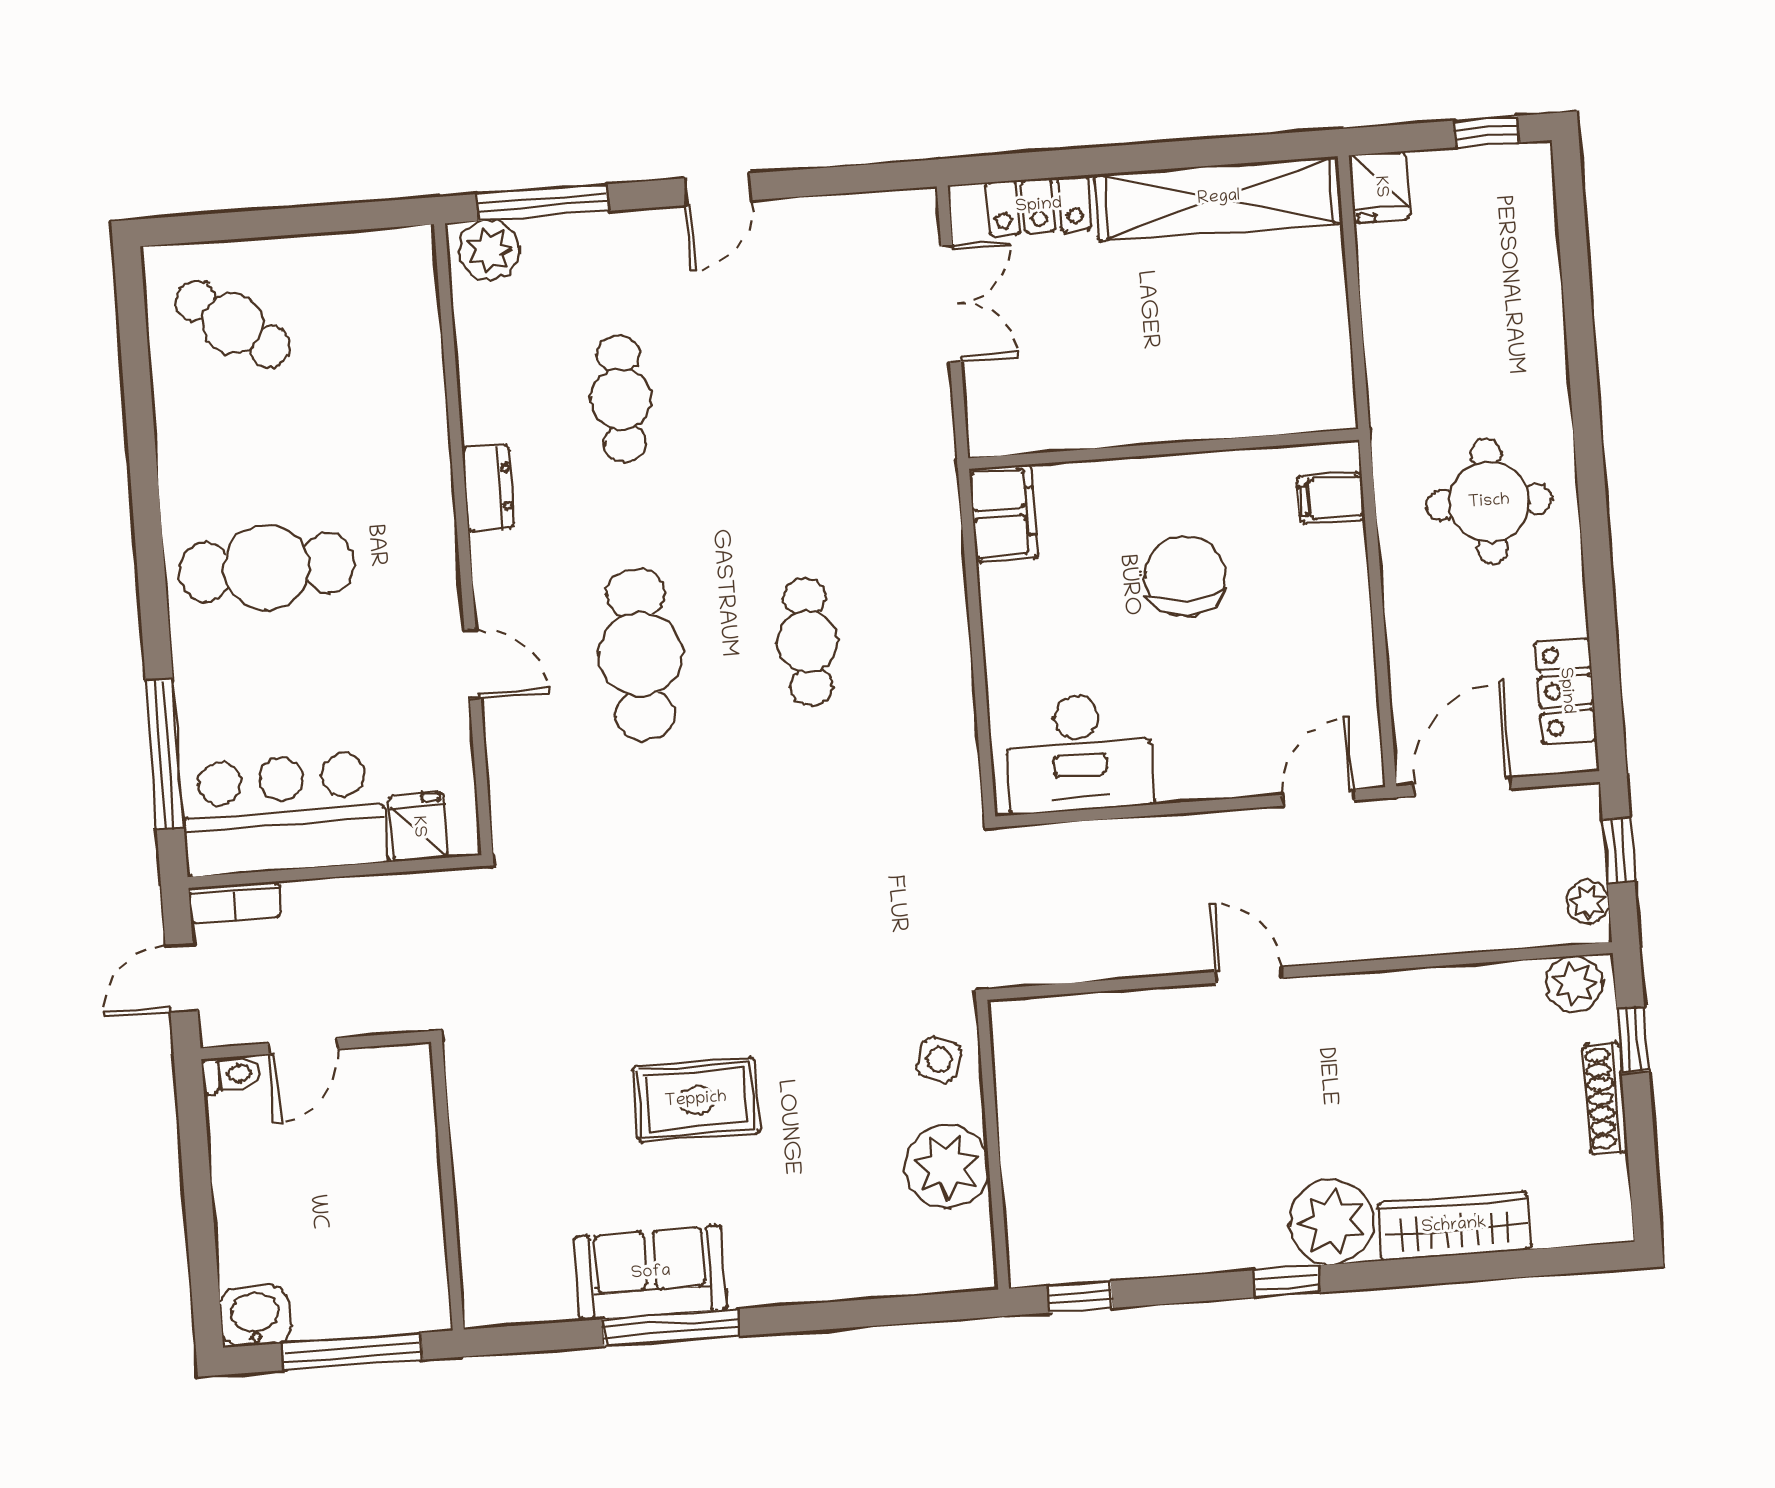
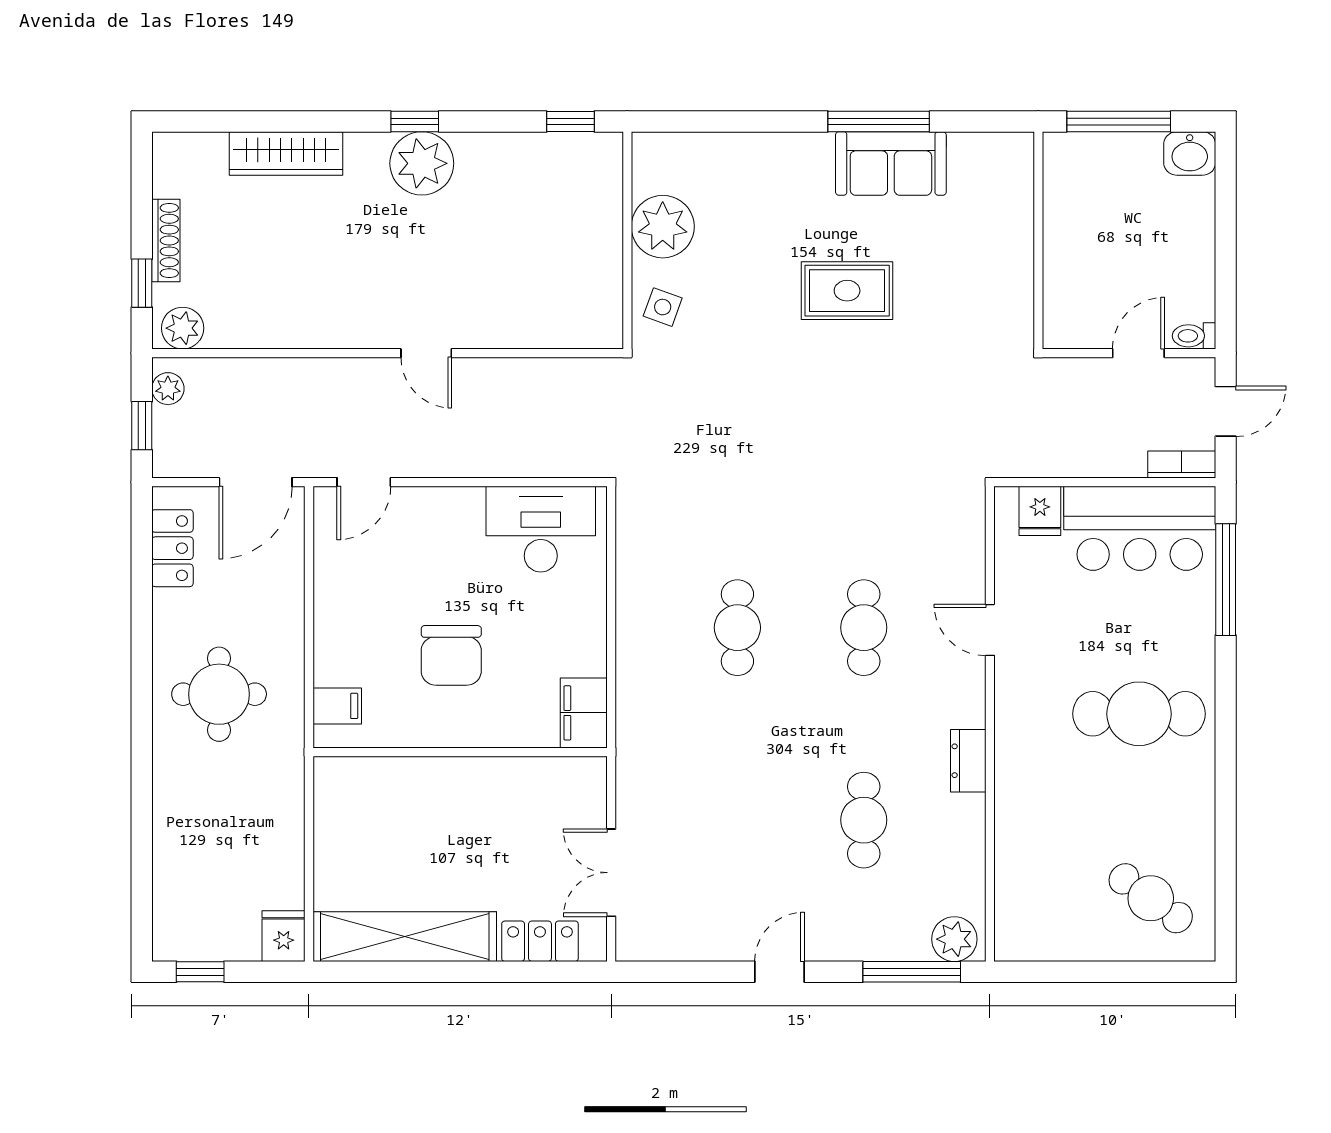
cafe table: (640, 654) -> (864, 628), width x0.73, depth x0.74
plant: (1332, 1222) -> (422, 163), moved

